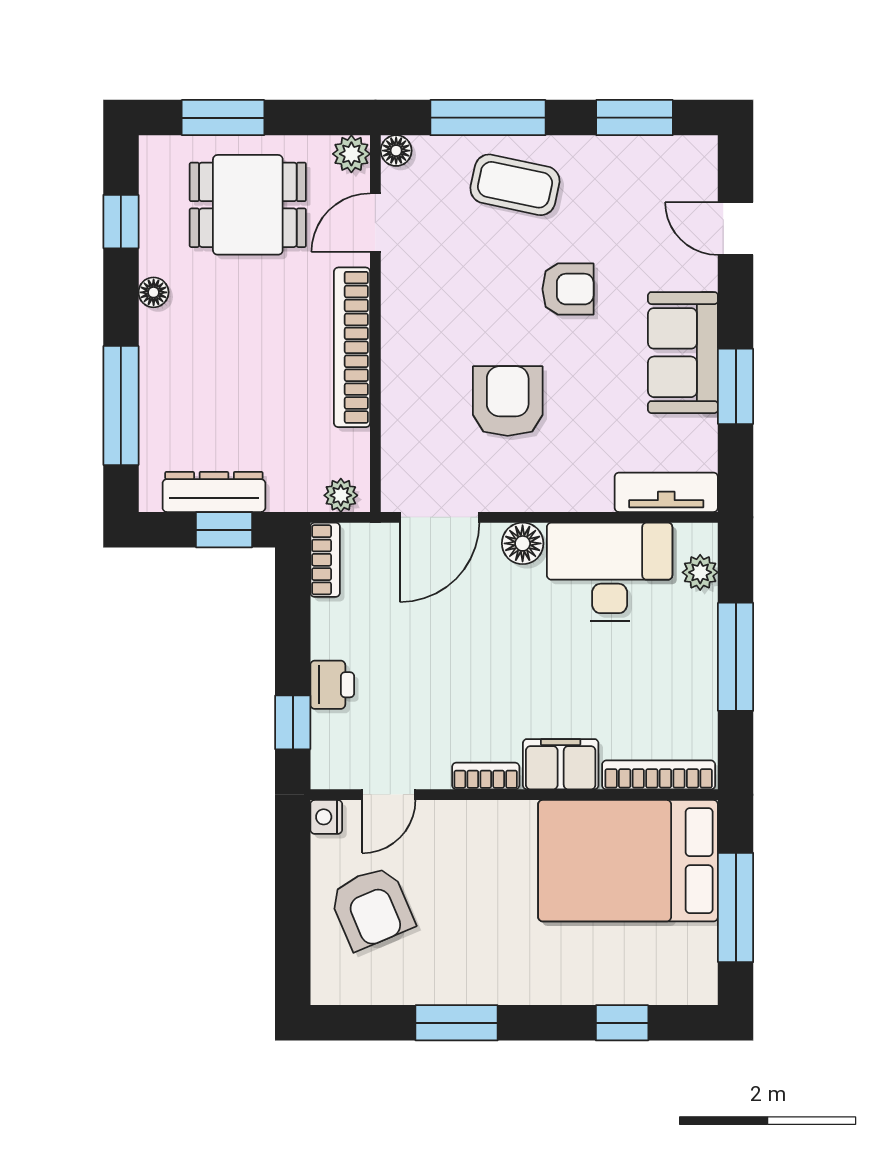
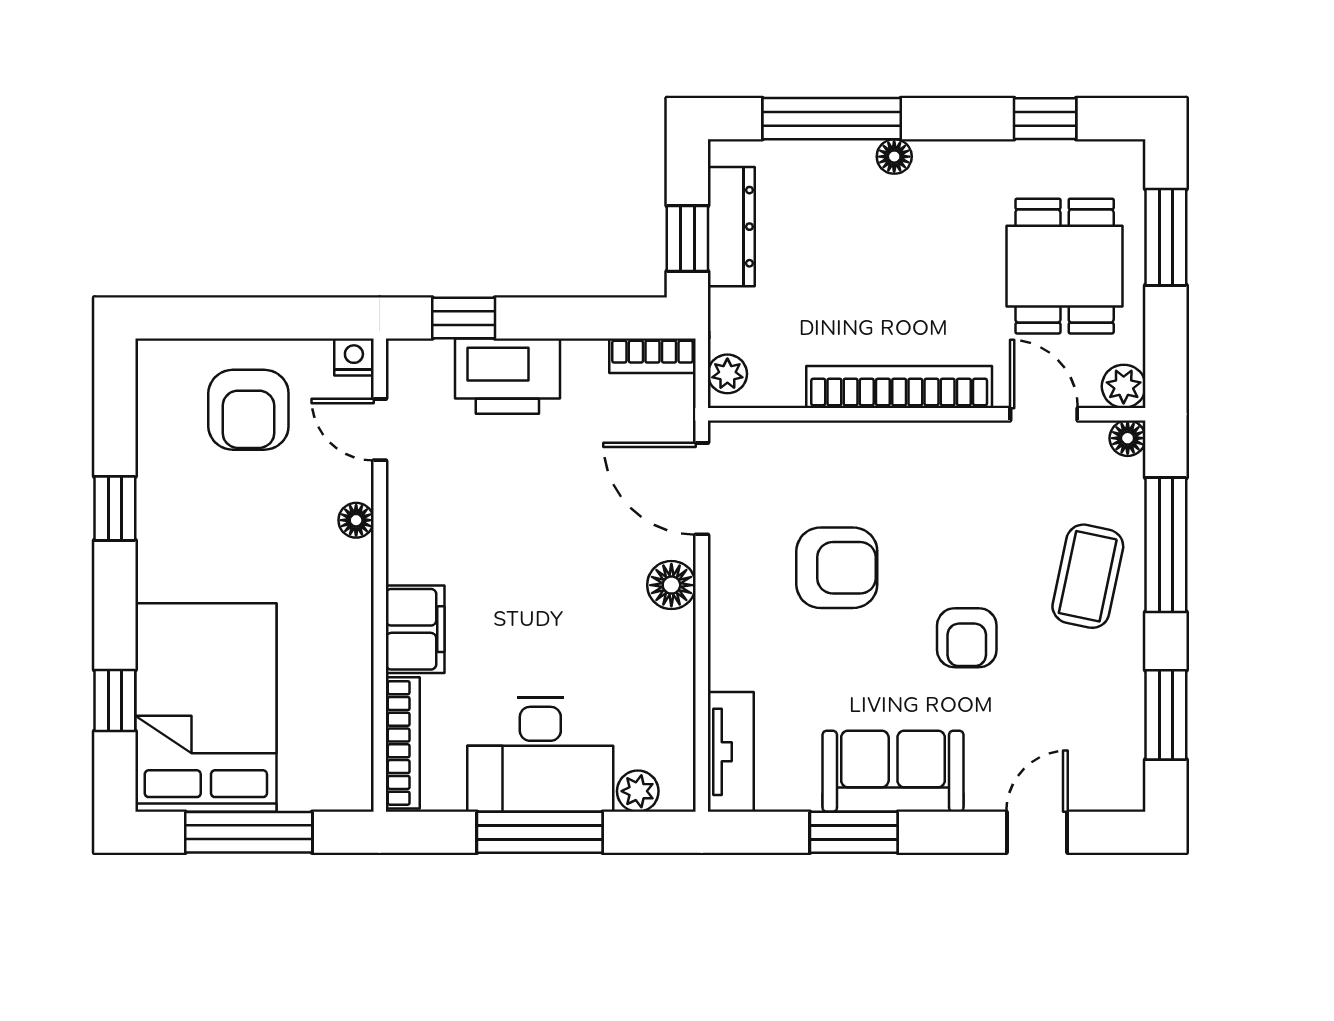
floor lamp: (154, 292) -> (894, 157), moved
desk: (610, 572) -> (540, 755), moved, turned 90
printer: (332, 685) -> (507, 376), width x1.87, depth x1.48
bookcase: (486, 776) -> (401, 542), removed
floor lamp: (467, 815) -> (356, 520), added
bed: (628, 861) -> (206, 707), moved
armchair: (372, 908) -> (248, 410), turned -67
window: (457, 1023) -> (115, 508), width x0.67

